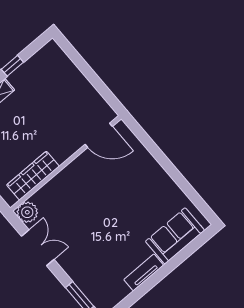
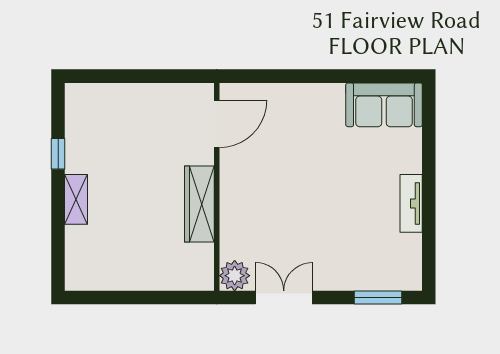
wardrobe: (33, 176) -> (199, 204), moved
sofa: (175, 236) -> (384, 105), moved, turned -90

